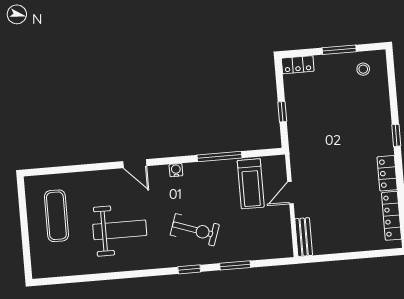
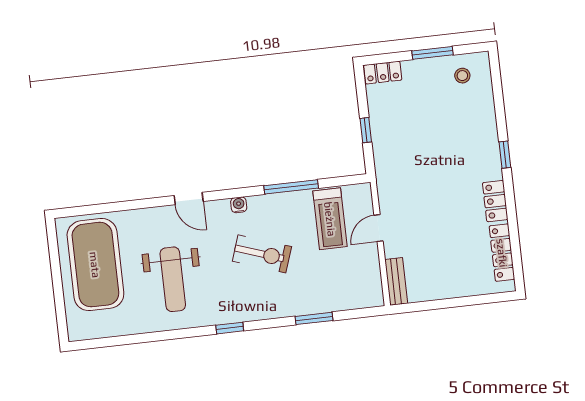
exercise mat: (56, 216) -> (95, 265), width x2.00, depth x1.45
weight bench: (120, 230) -> (173, 279), turned 90
exercise bike: (195, 230) -> (262, 254), moved
window: (189, 269) -> (230, 328), moved

